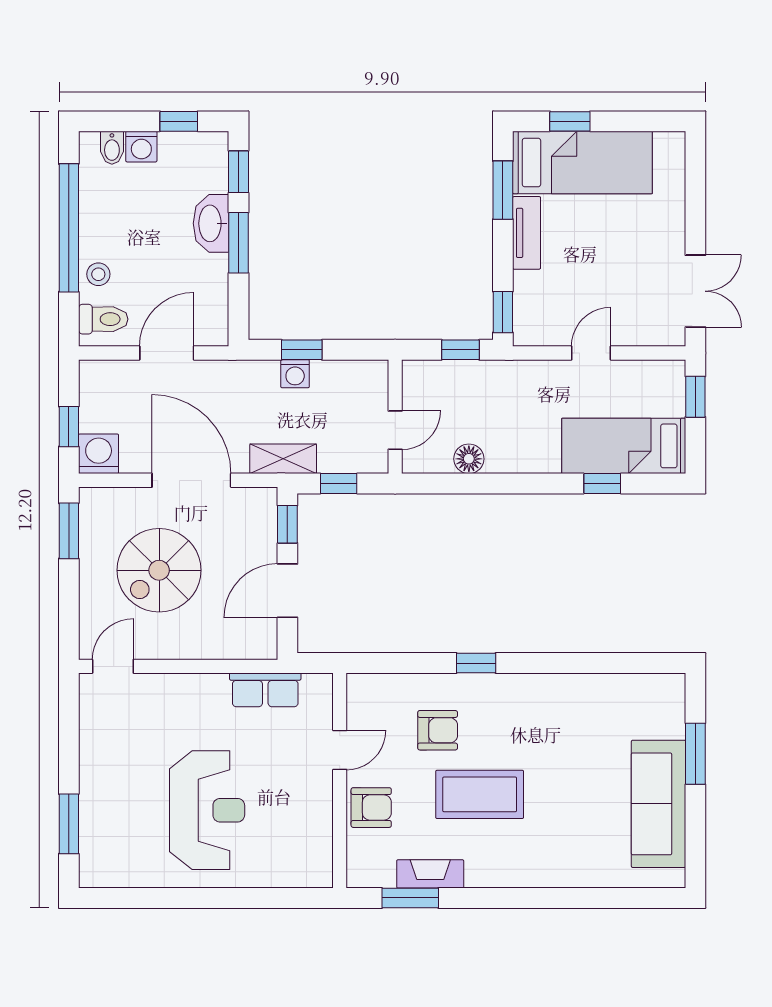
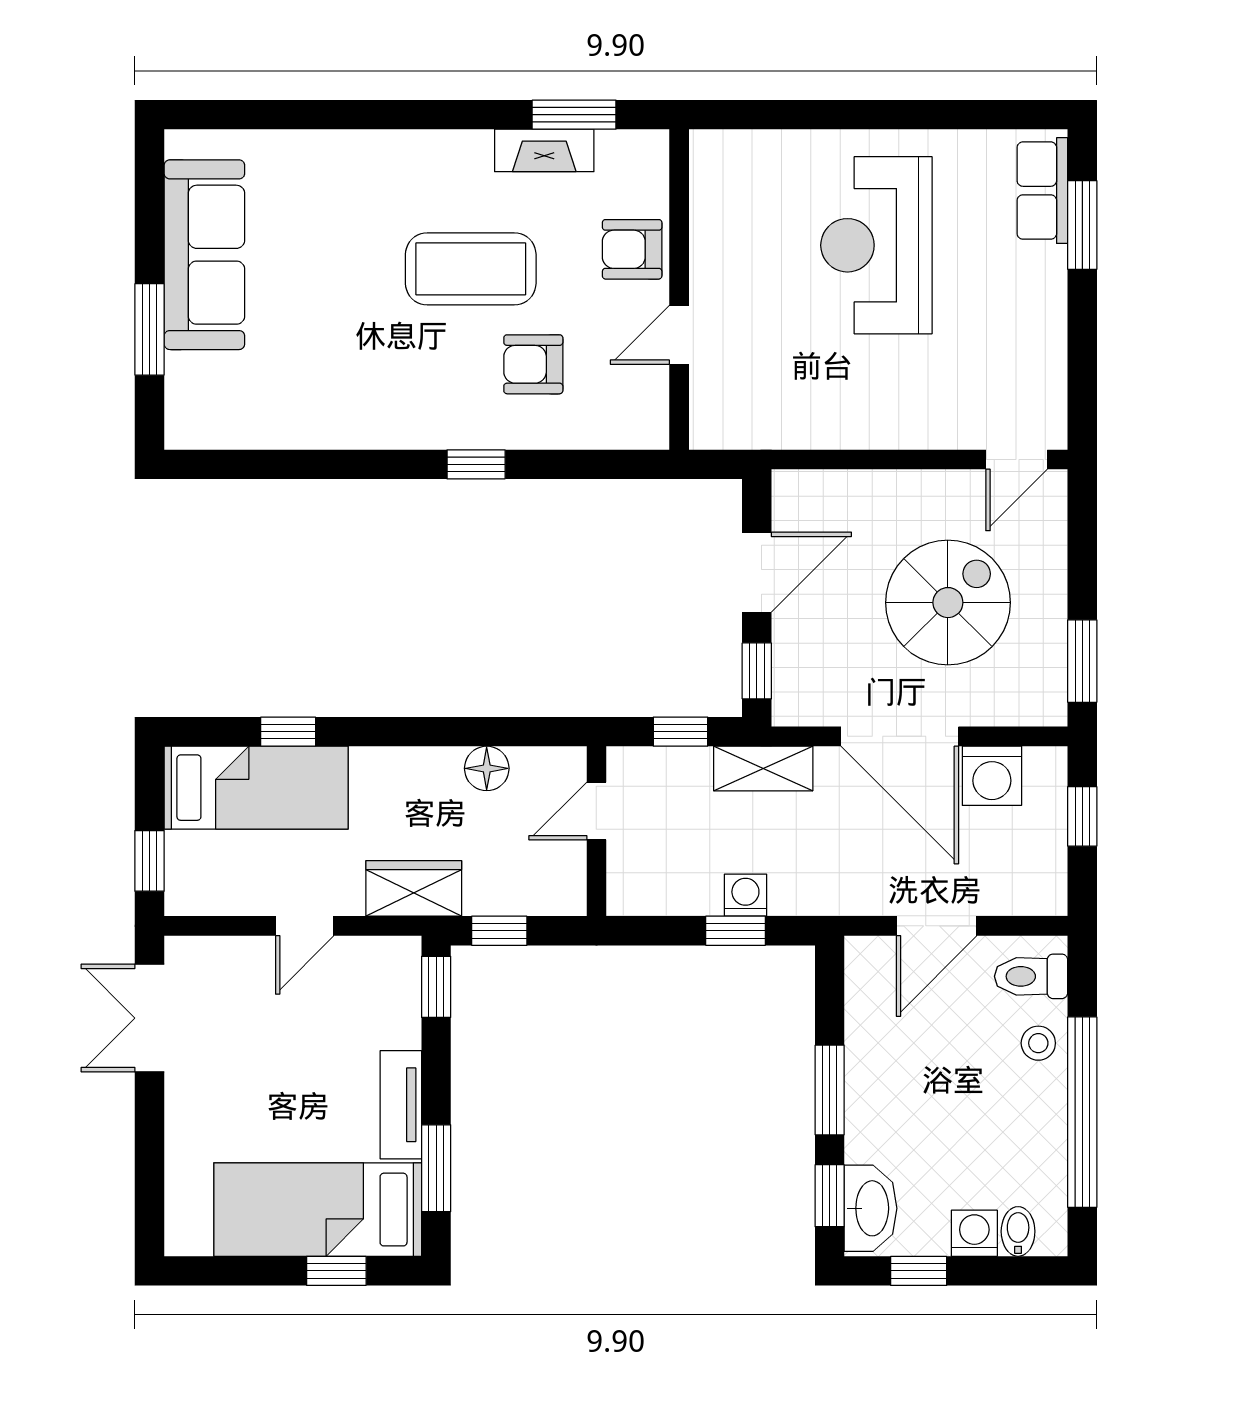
washbasin: (211, 223) -> (871, 1208), moved
wardrobe: (518, 378) -> (414, 888), added
washing machine: (99, 454) -> (992, 776), moved
row of seats: (265, 690) -> (1042, 191), moved, turned -90

